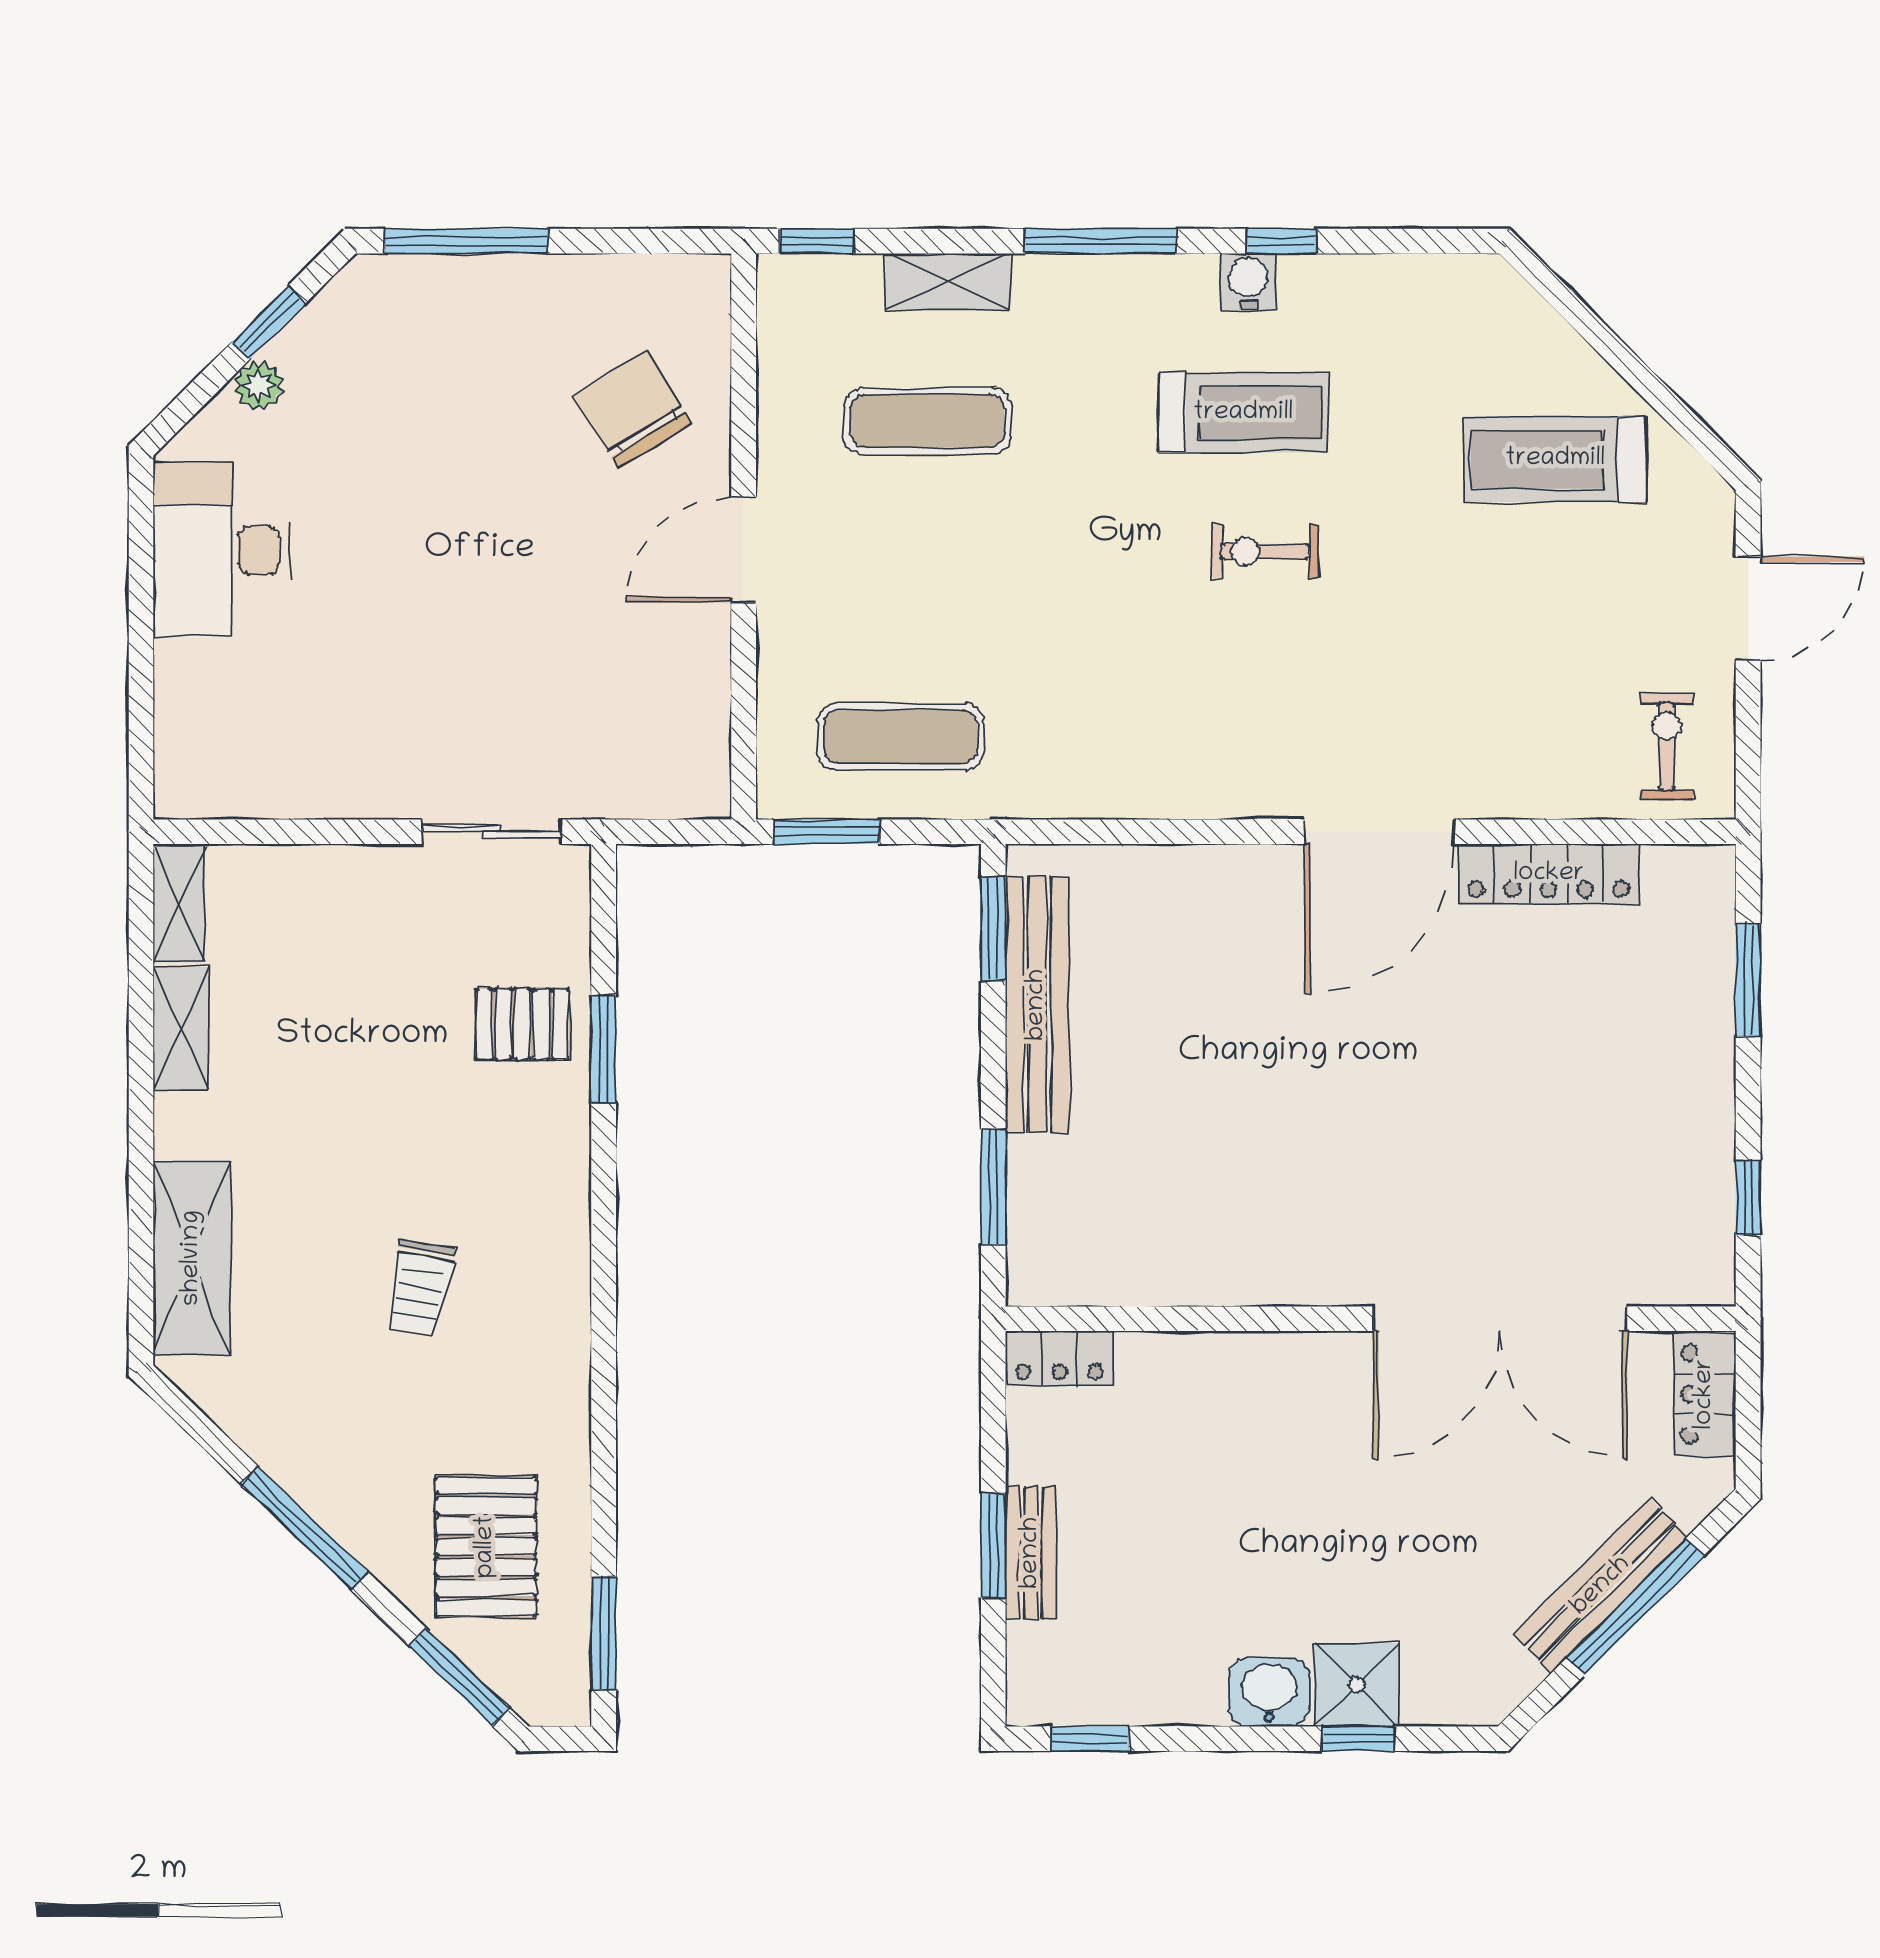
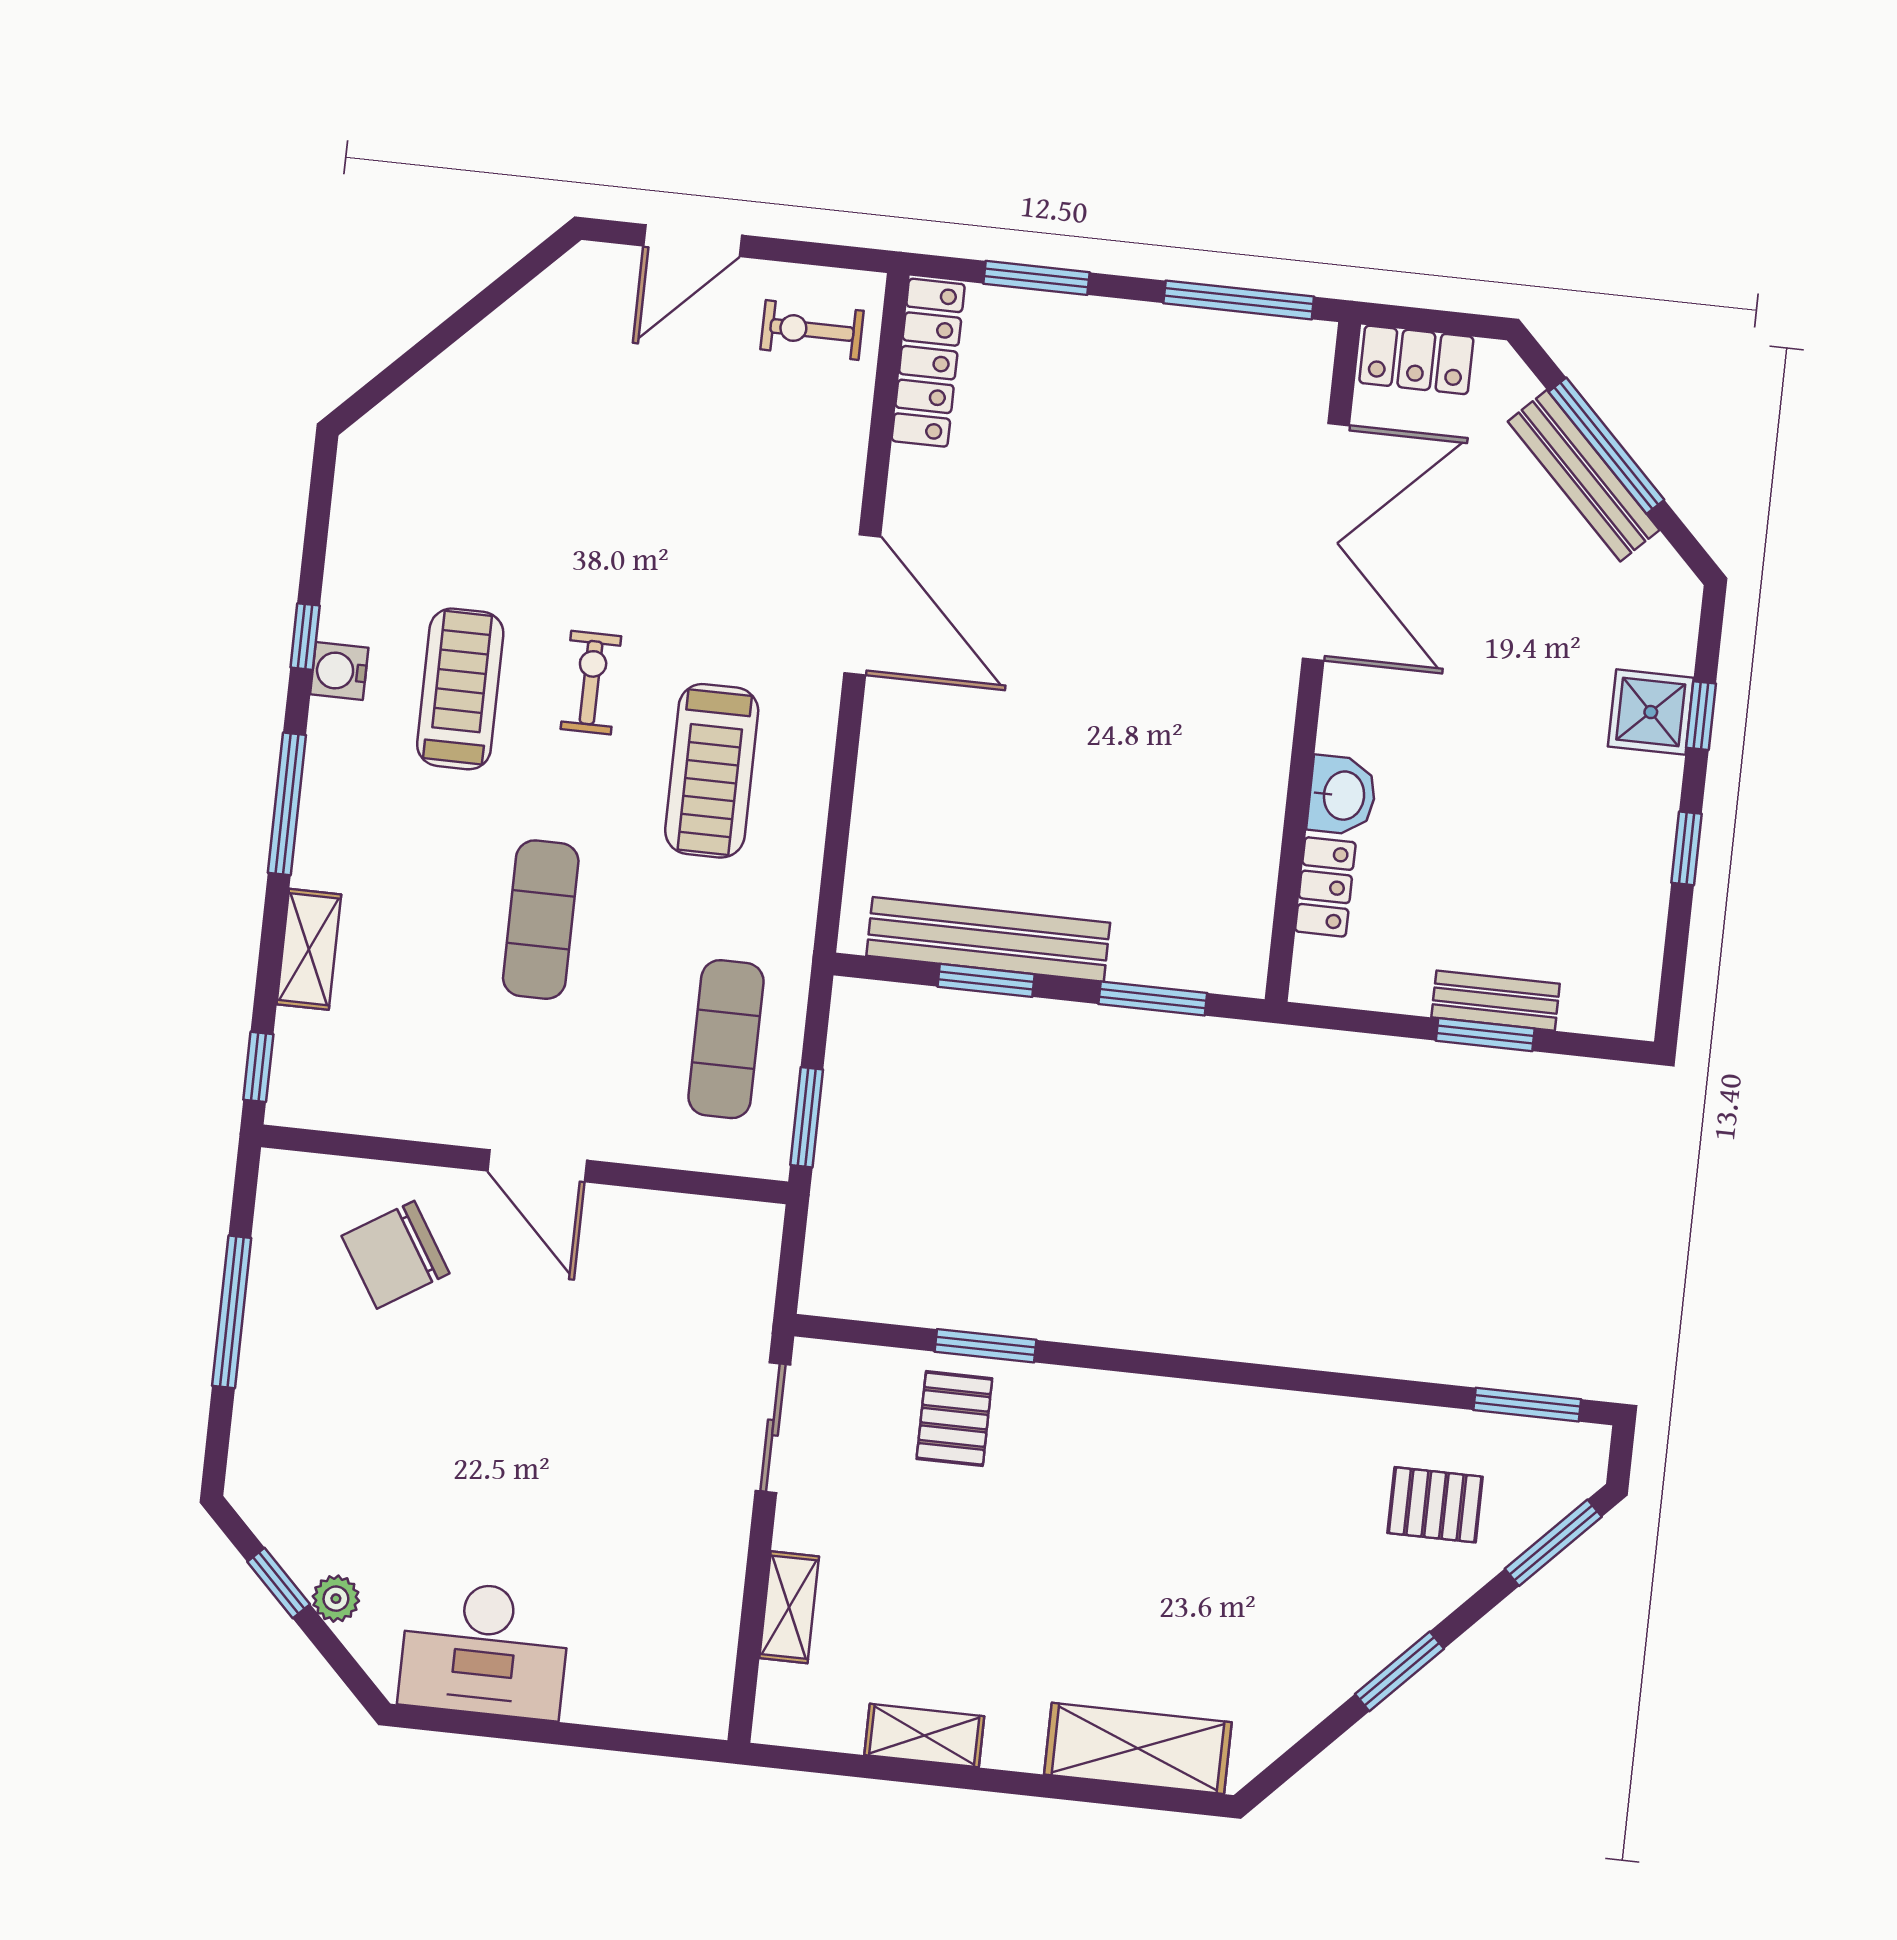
window: (466, 241) -> (232, 1312), moved
exercise mat: (927, 421) -> (541, 920), moved
treadmill: (1555, 459) -> (712, 771), moved
exercise bike: (1265, 551) -> (591, 683), turned 180
door: (1748, 609) -> (693, 241), swing flipped
locker: (1549, 874) -> (928, 363), moved
shelving: (179, 905) -> (789, 1607), moved, turned 90
window: (993, 929) -> (986, 980), moved
window: (1748, 1198) -> (1239, 300), width x2.17
trolley: (420, 1288) -> (1188, 1540), removed
locker: (1059, 1358) -> (1325, 887), moved
window: (304, 1528) -> (1400, 1671), width x0.69
pallet: (486, 1547) -> (1435, 1505), width x0.67, depth x0.71
washbasin: (1269, 1692) -> (1342, 795), moved, turned 180
window: (1090, 1739) -> (1687, 848), moved

